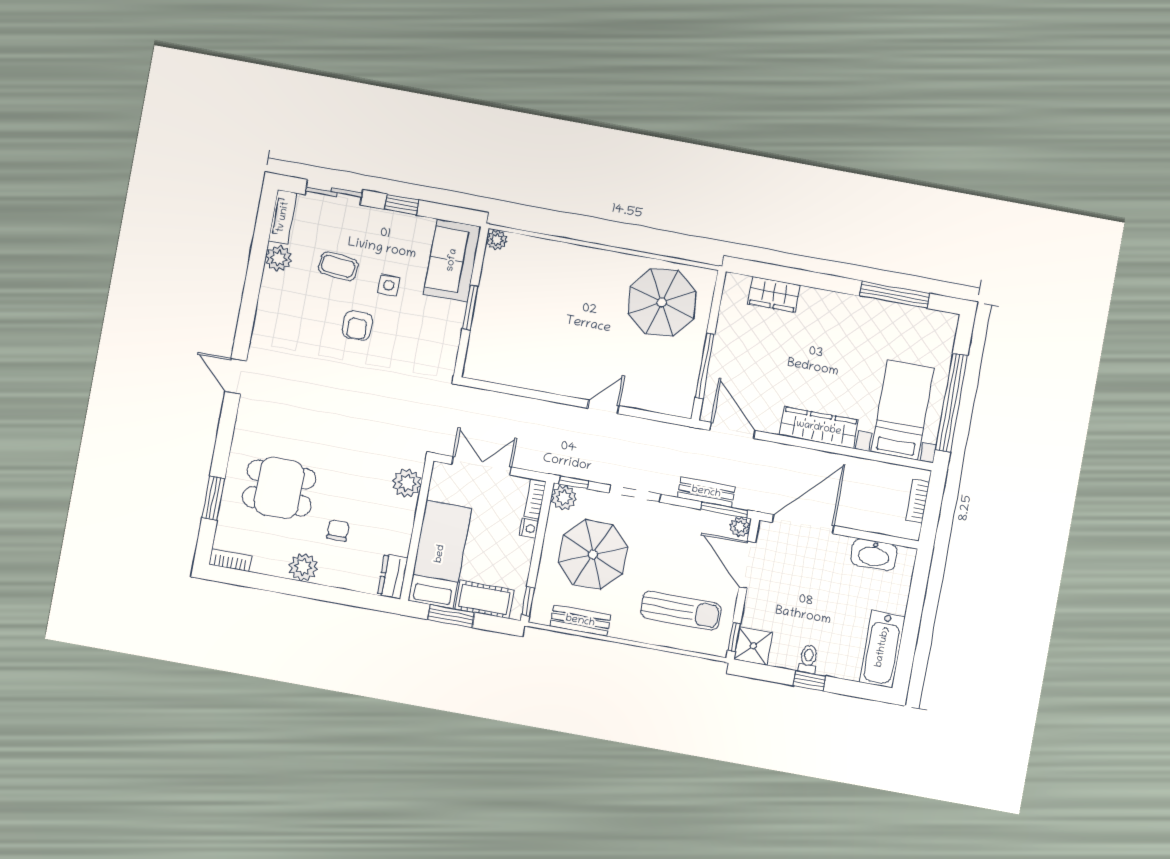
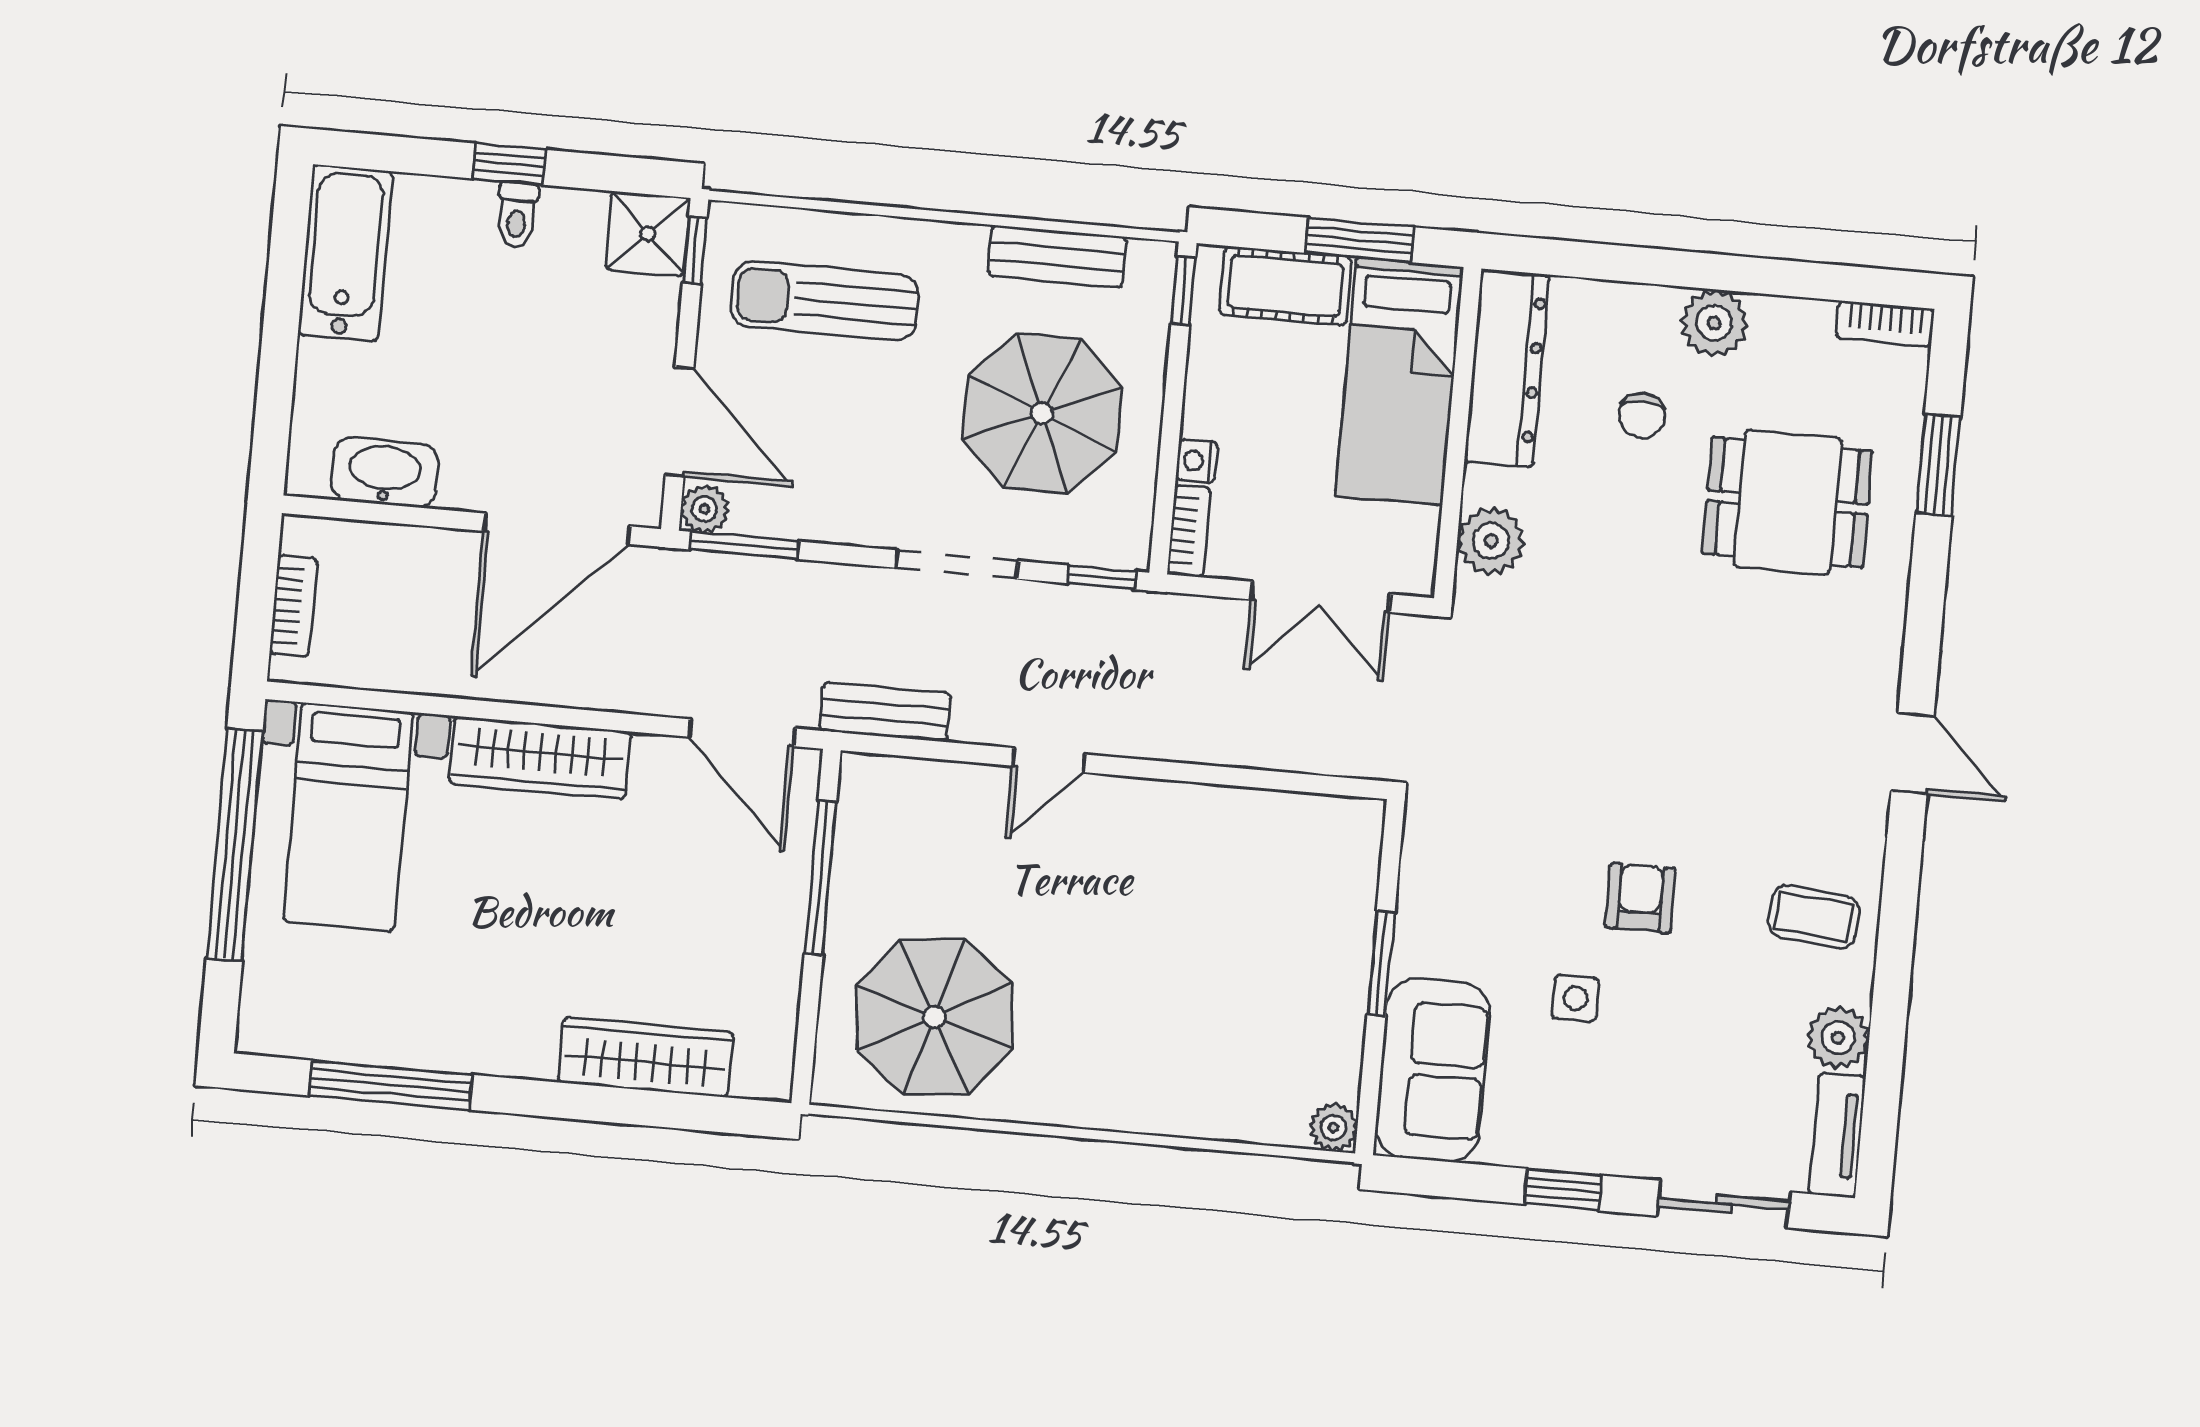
coffee table: (338, 266) -> (1814, 917), moved
wardrobe: (774, 294) -> (645, 1057), width x1.50
bench: (706, 492) -> (885, 712), moved
plant: (564, 498) -> (1122, 540), removed
dresser: (393, 576) -> (1507, 368), width x1.96, depth x1.24

